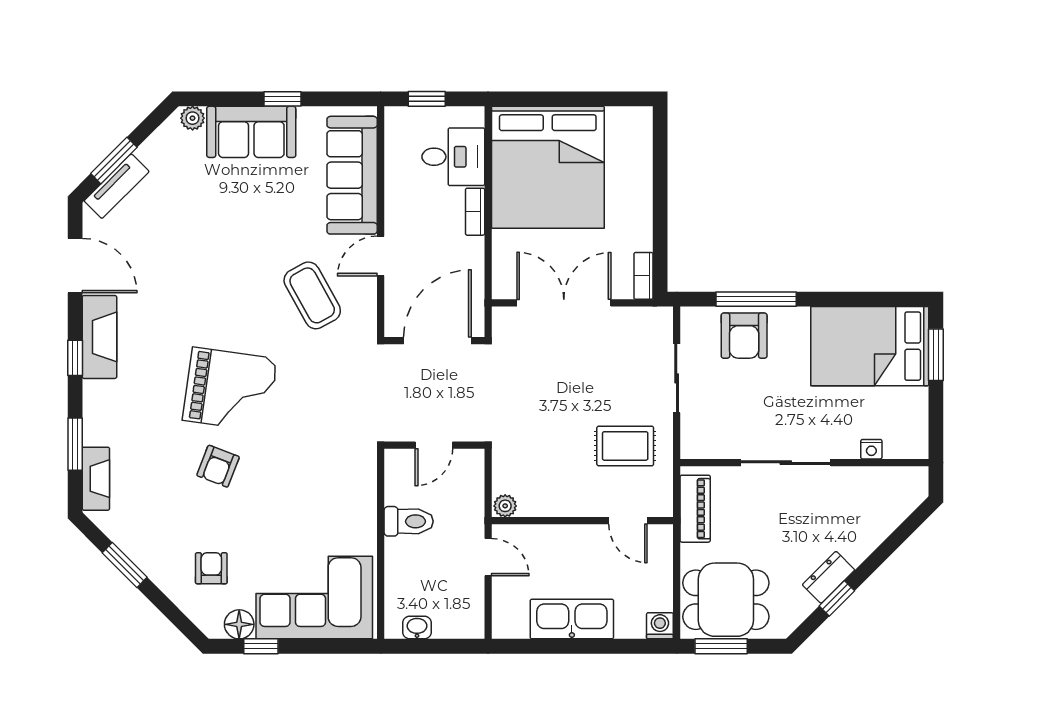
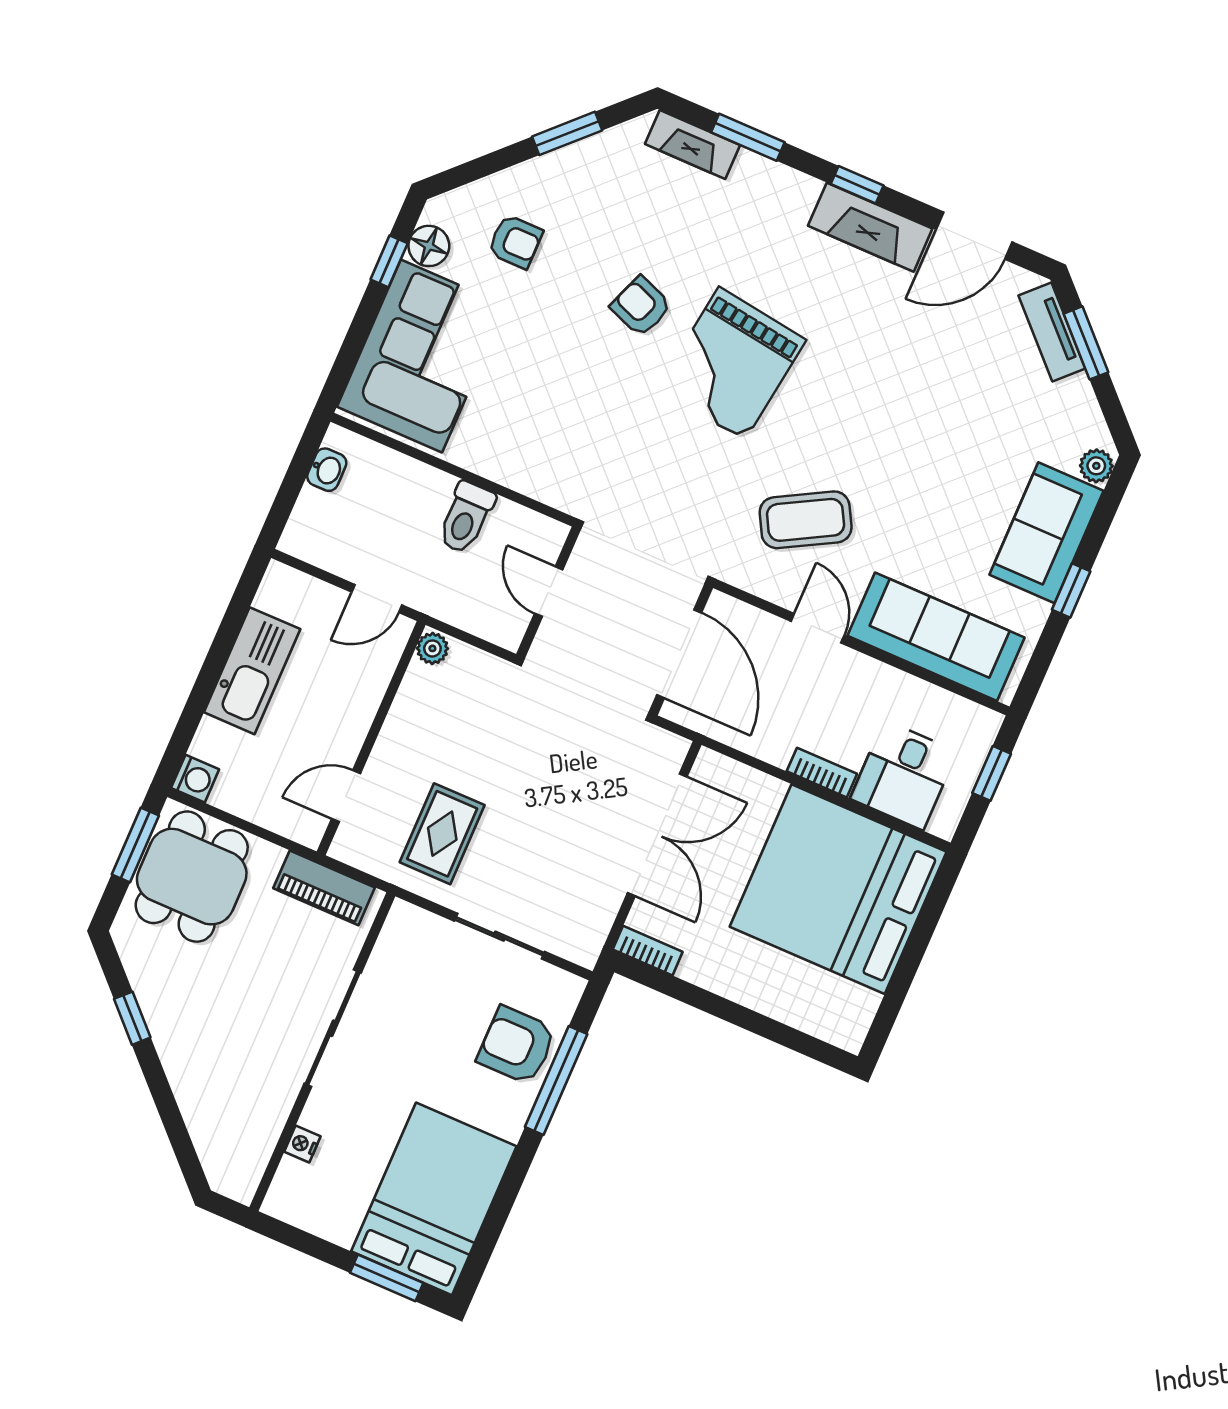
dresser: (829, 577) -> (163, 1019), removed

